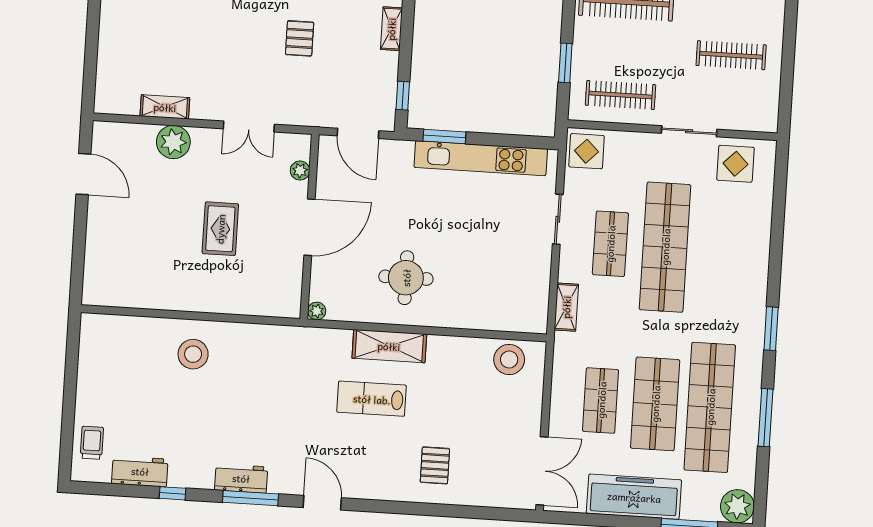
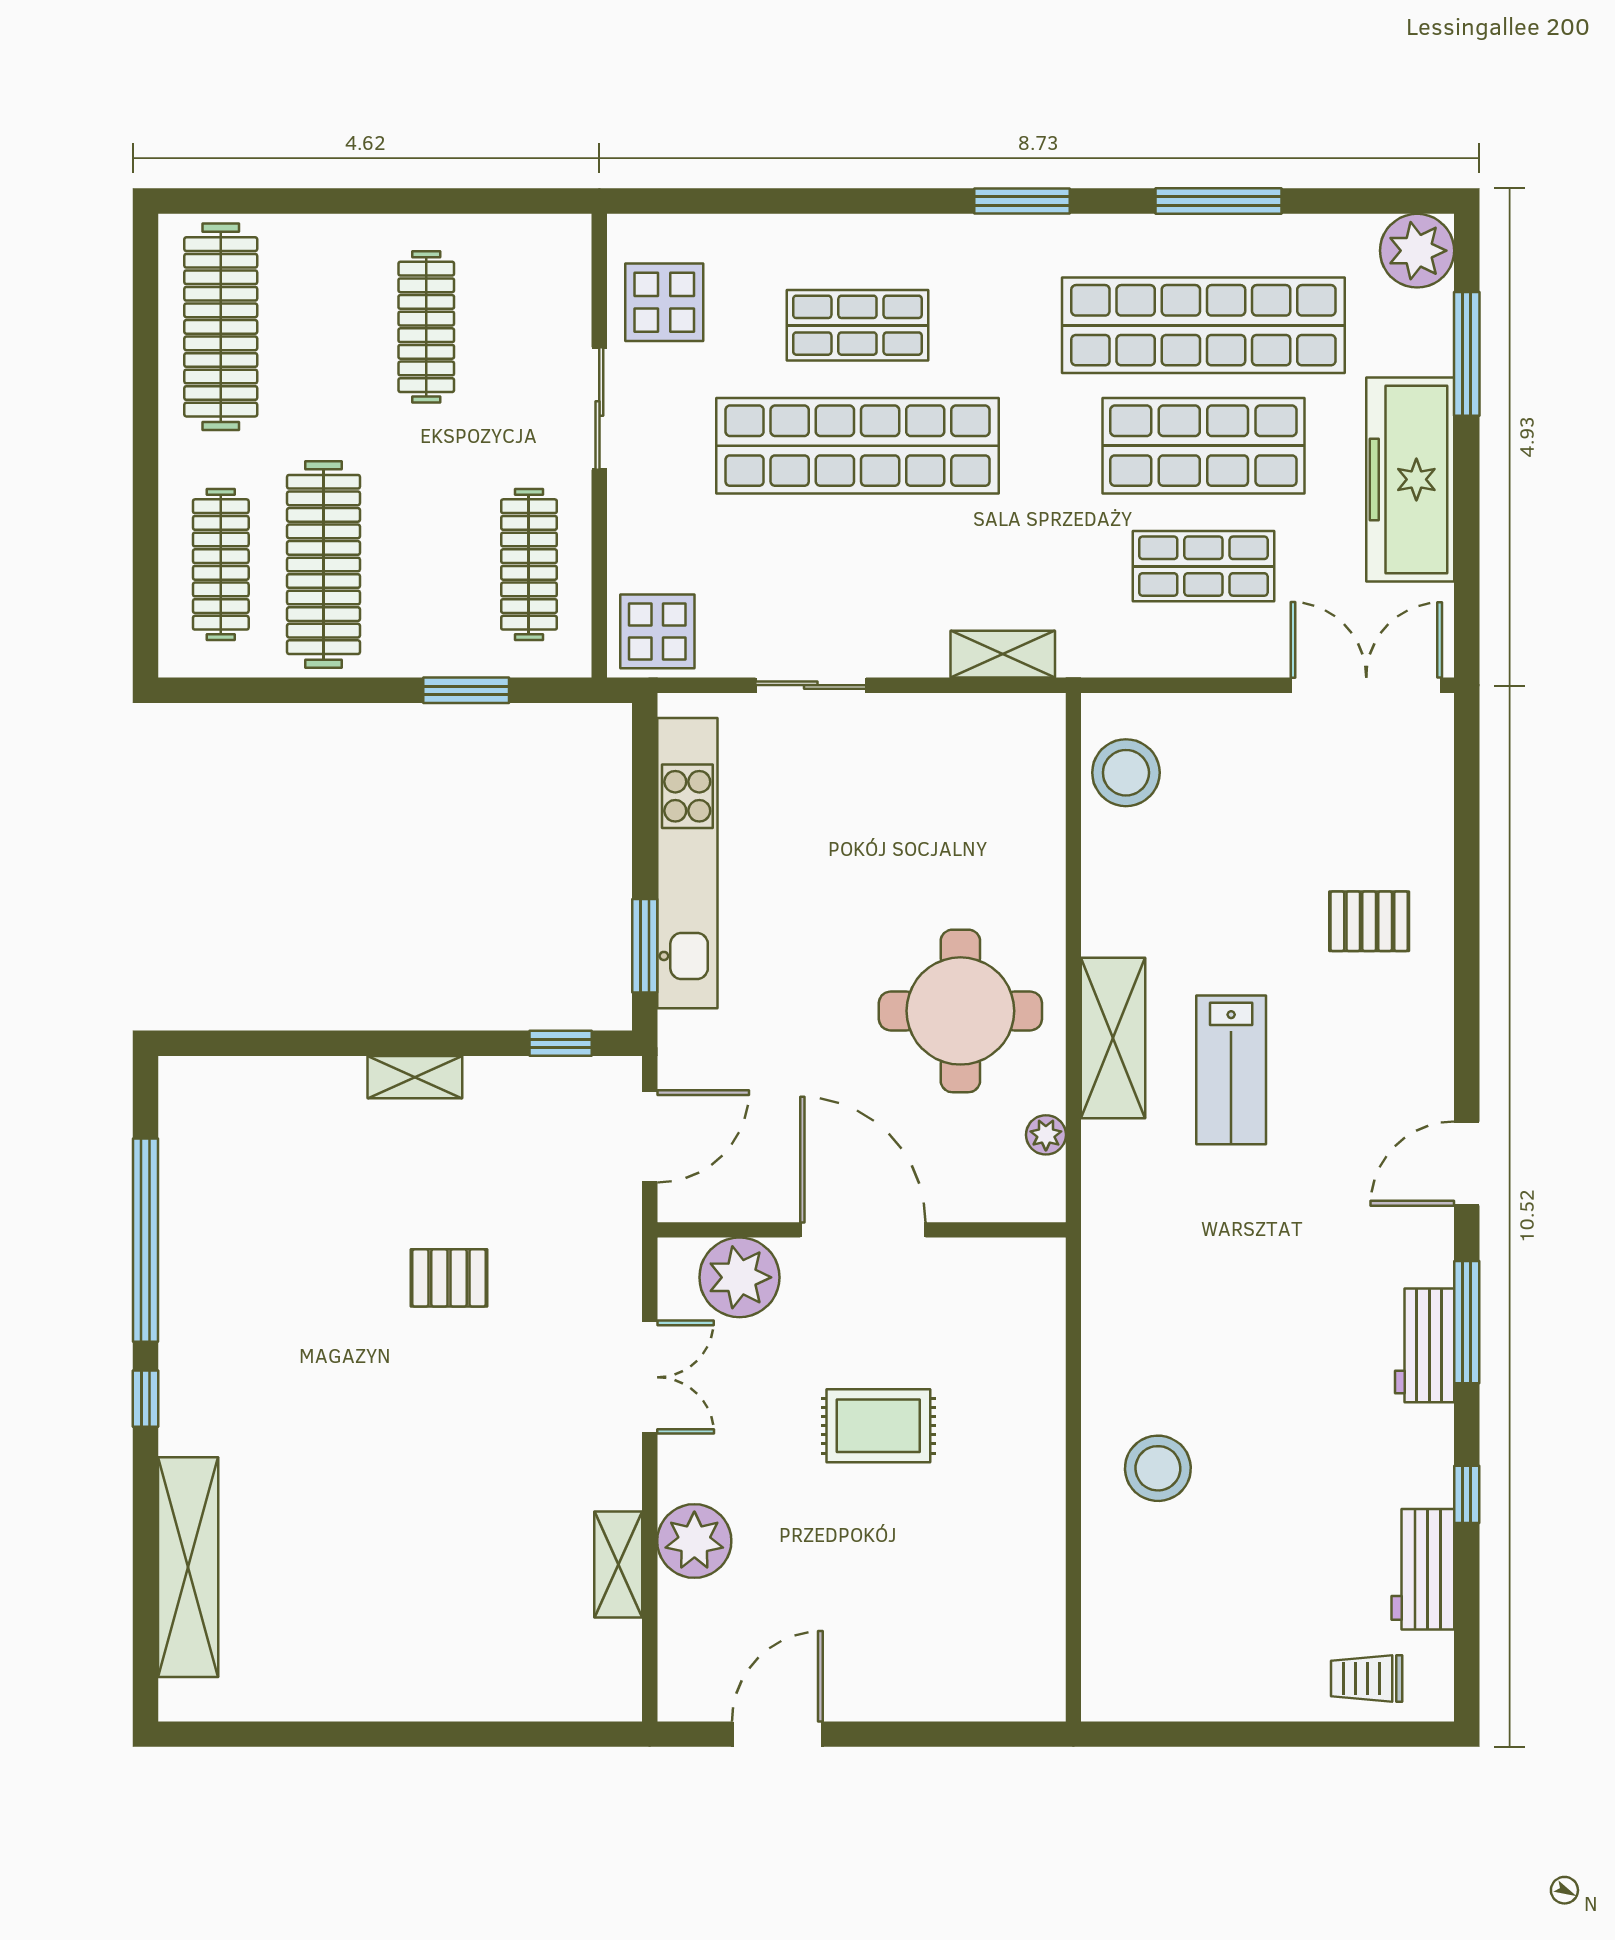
plant: (300, 171) -> (739, 1277), width x1.87, depth x1.87
shop shelf: (610, 244) -> (857, 325), moved
round table: (406, 278) -> (960, 1011), width x1.36, depth x1.36
plant: (317, 311) -> (1046, 1135), moved

